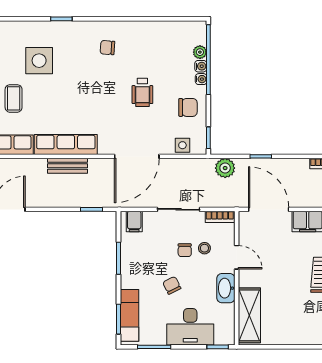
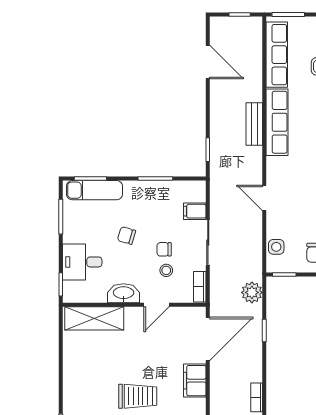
door: (137, 156) -> (264, 198), width x0.53
filing cabinet: (134, 221) -> (195, 211), moved
chair: (172, 285) -> (126, 235), turned -138
desk: (190, 327) -> (82, 262), width x0.73

